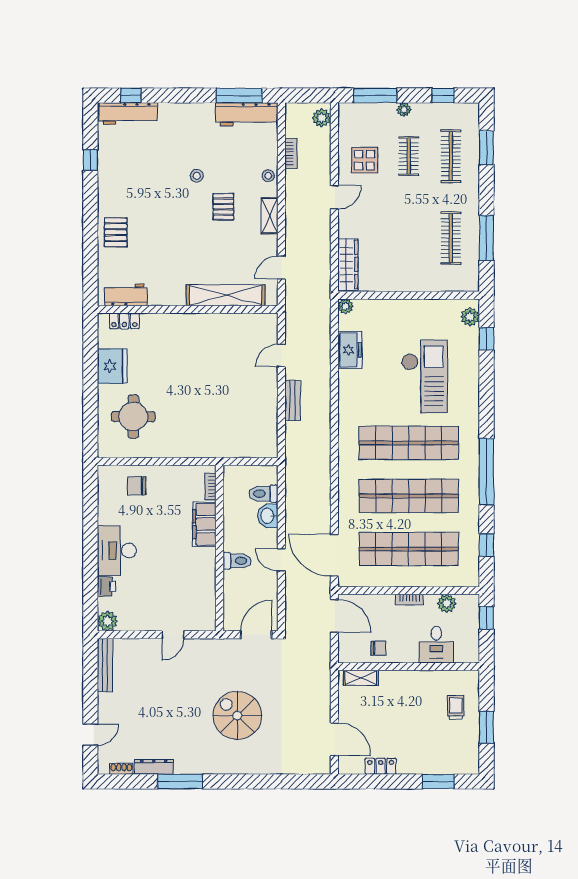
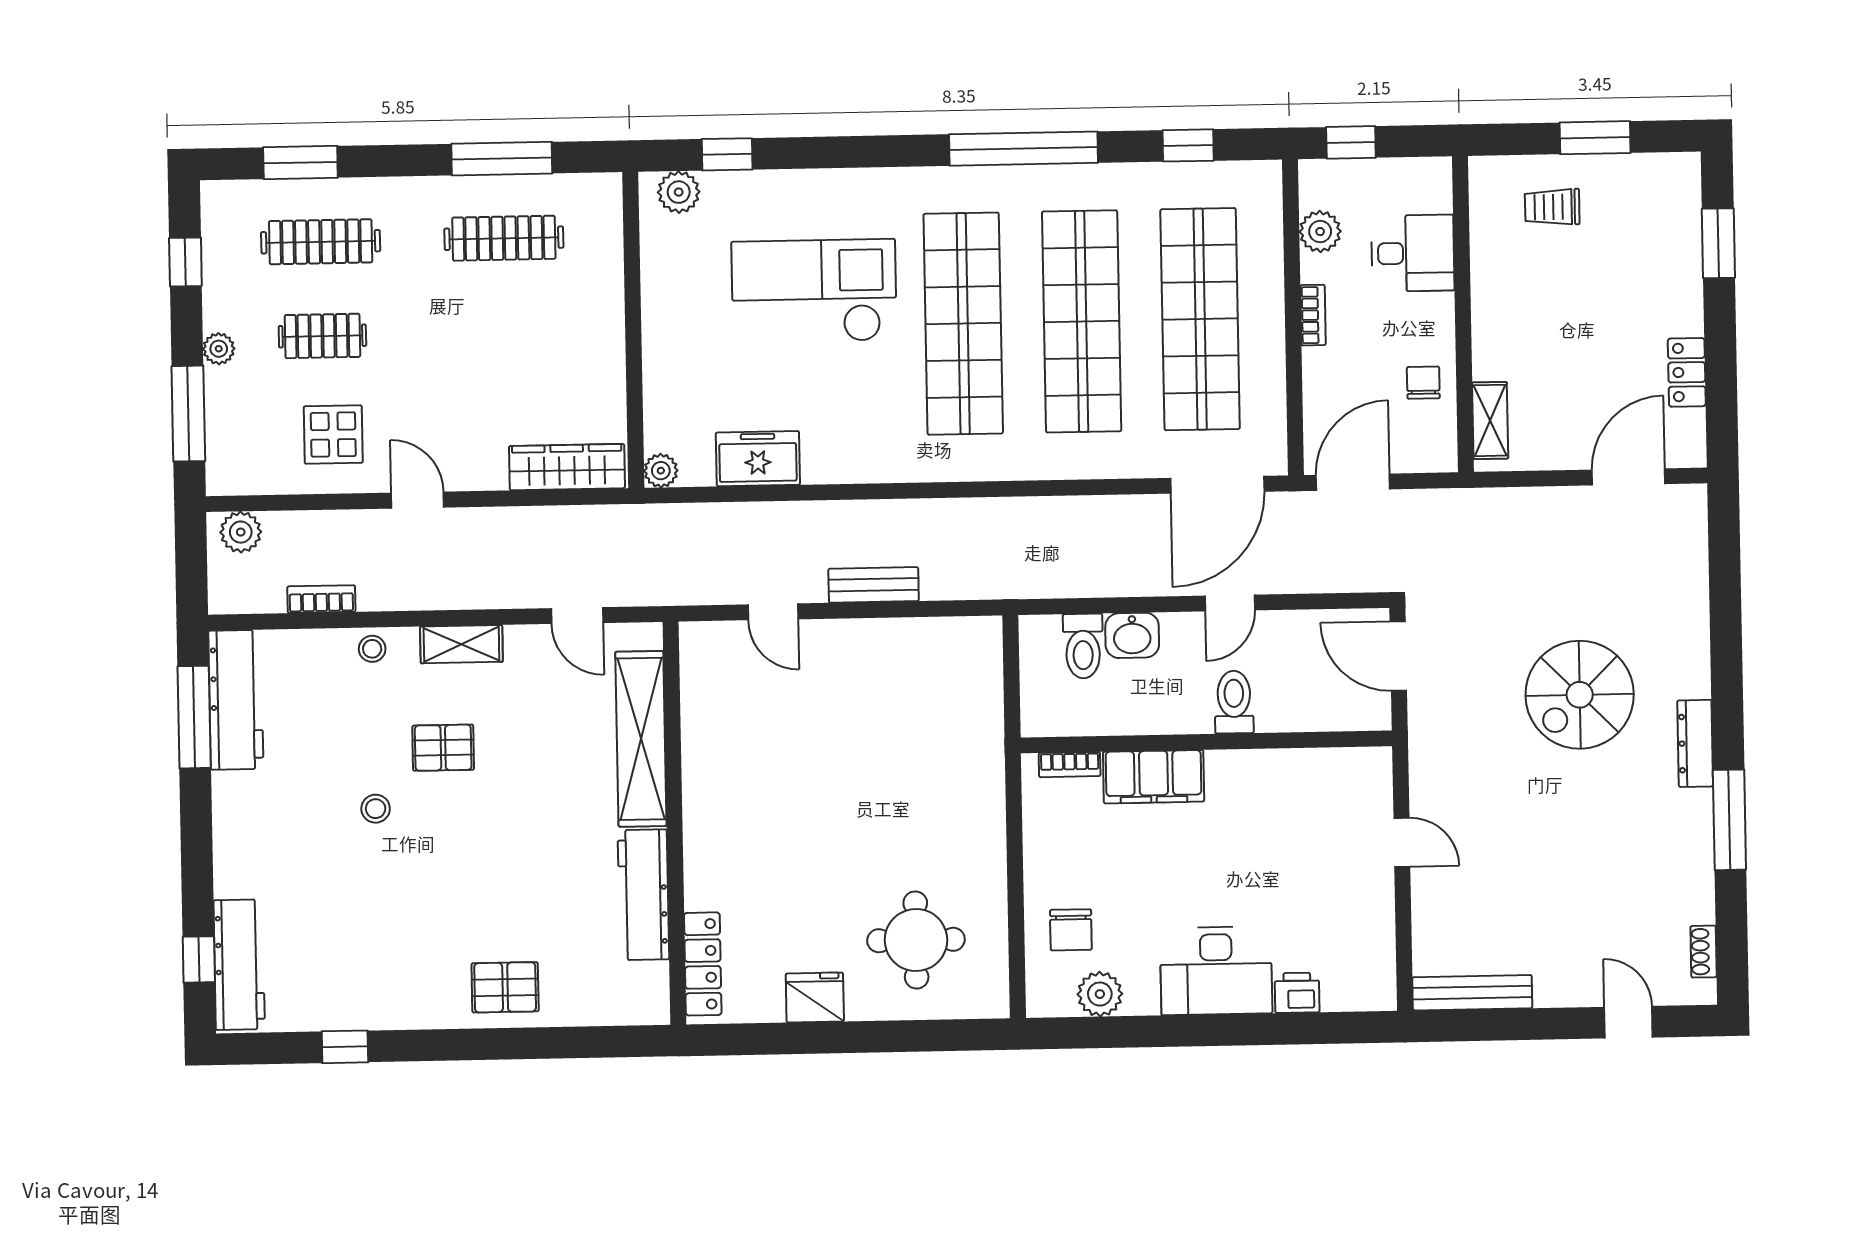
workbench: (126, 295) -> (643, 895), moved, width x1.38
locker: (124, 321) -> (703, 964), width x1.53
fridge: (112, 366) -> (815, 997), width x0.73, depth x0.75
plant: (108, 621) -> (1100, 994), moved
dresser: (154, 767) -> (1695, 743), moved

